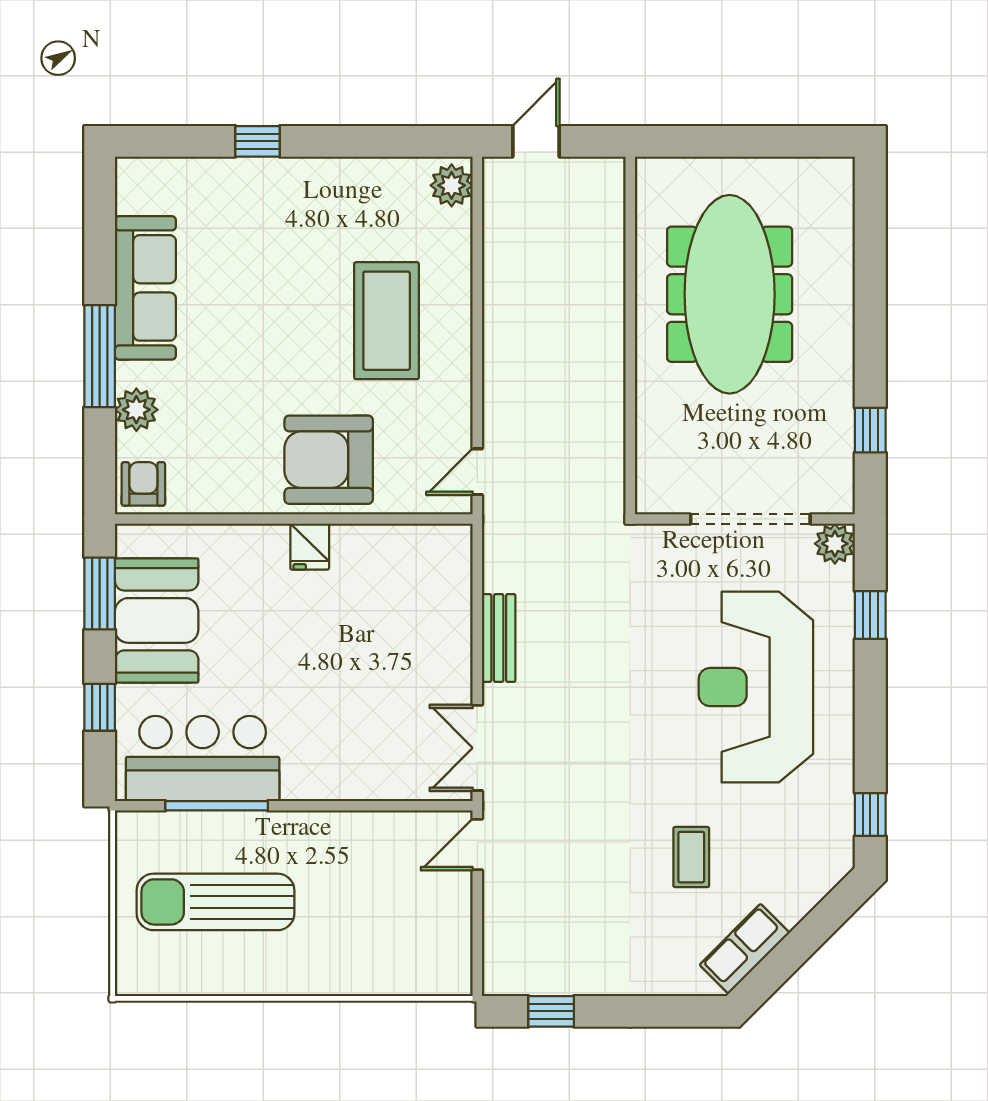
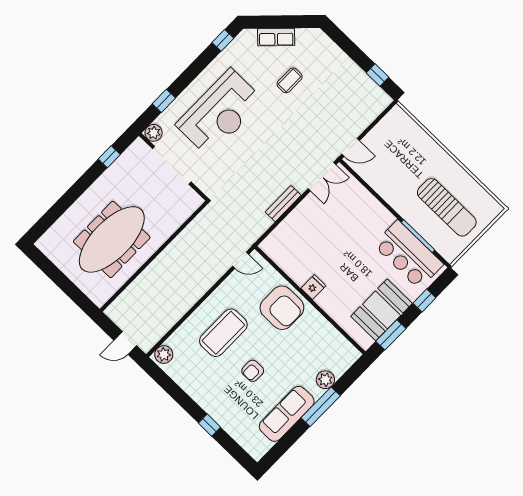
armchair: (143, 484) -> (253, 371), moved
row of seats: (745, 949) -> (276, 37), moved

